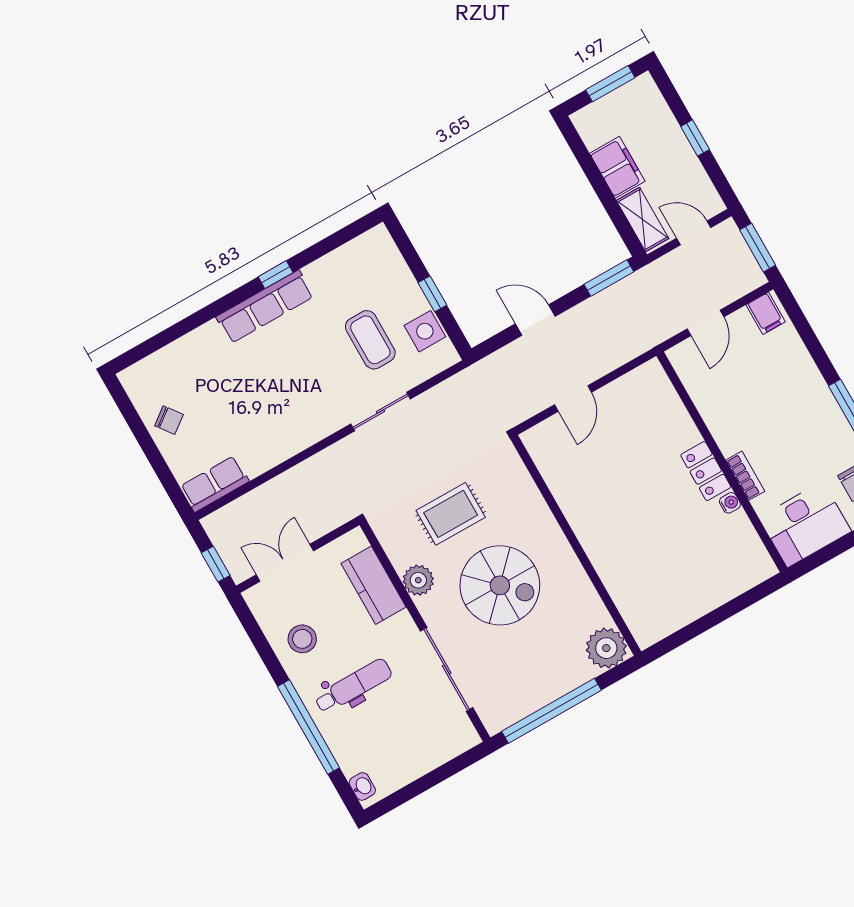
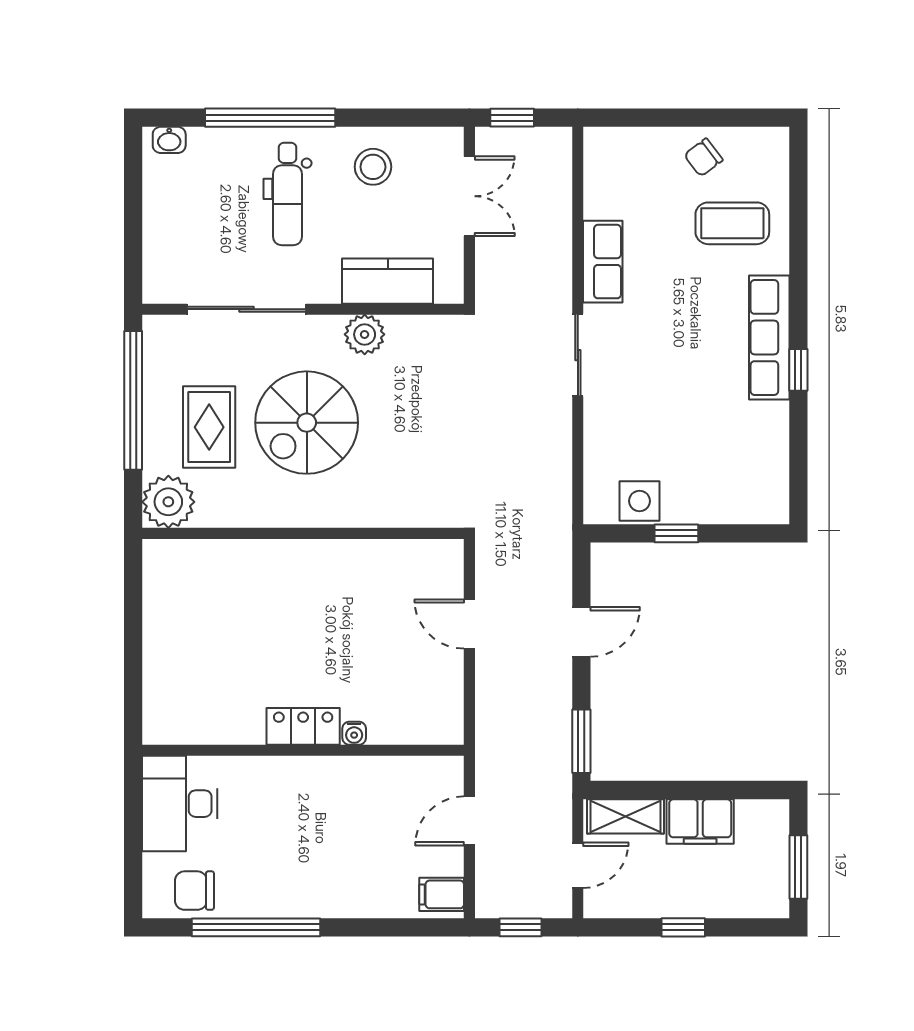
window: (758, 248) -> (521, 927), width x0.67
door: (706, 323) -> (469, 821), hinge flipped
coffee table: (370, 340) -> (732, 223), moved
sliding door: (381, 412) -> (578, 355), moved
bookcase: (745, 476) -> (273, 768), removed
row of seats: (214, 484) -> (603, 262), moved
water cooler: (730, 503) -> (354, 733), moved
rug: (451, 514) -> (209, 427), moved

